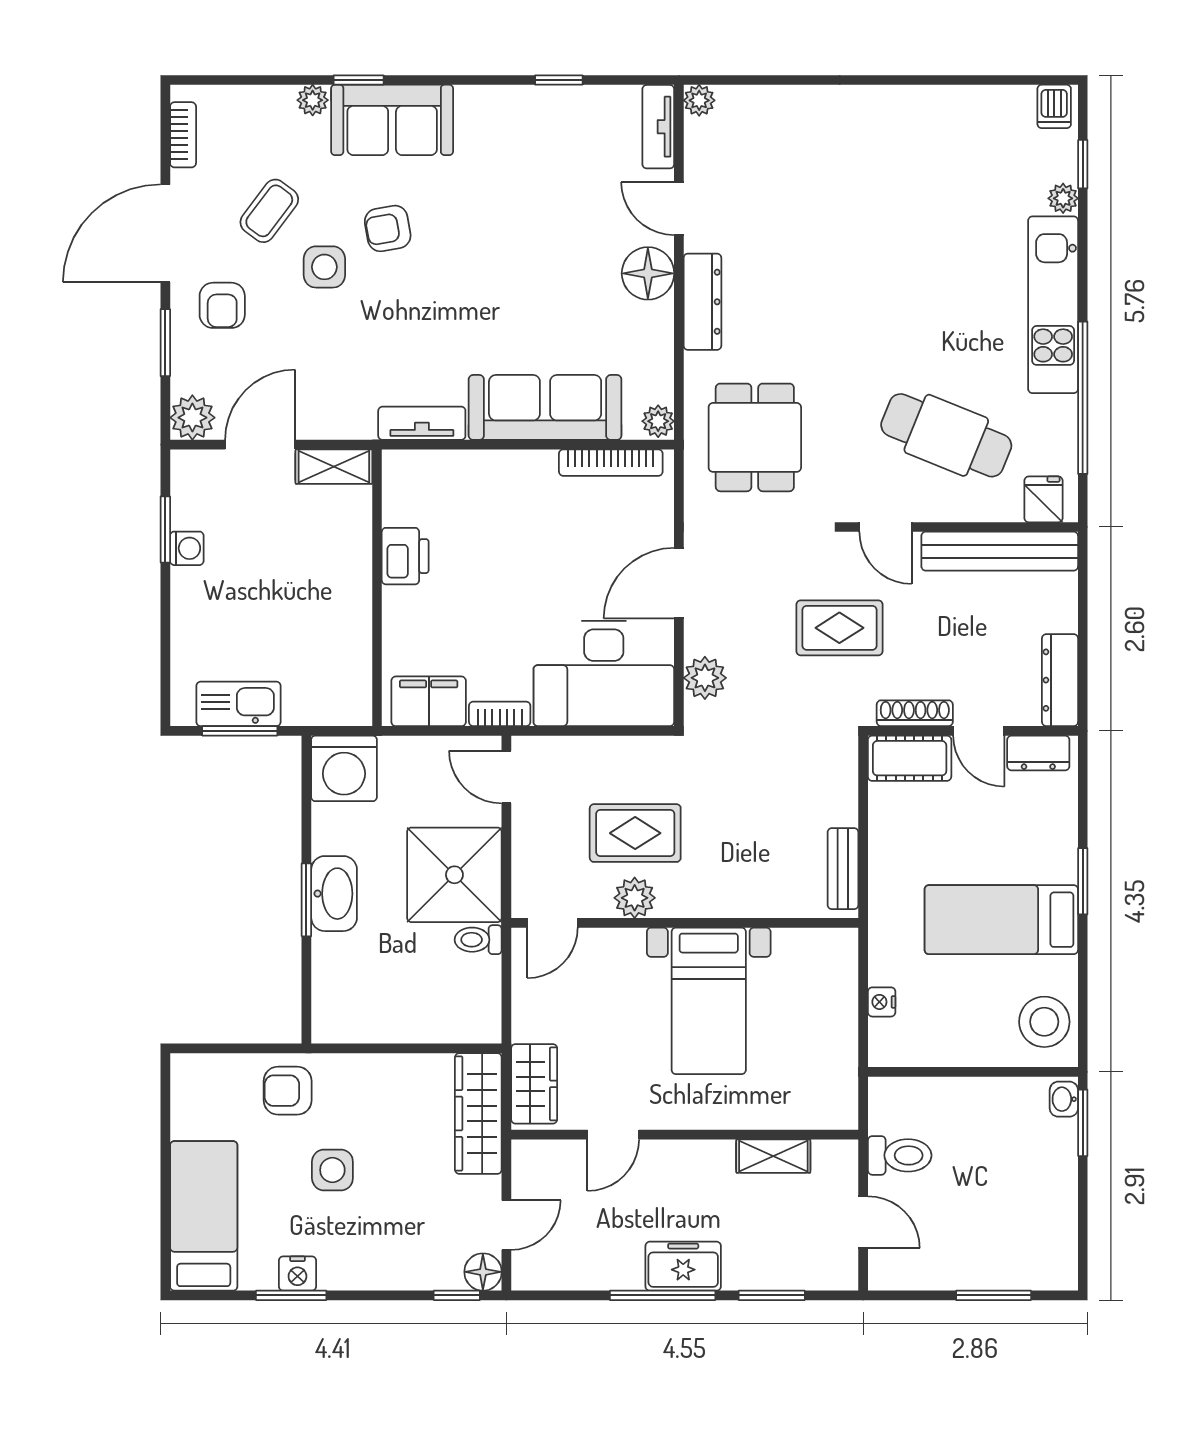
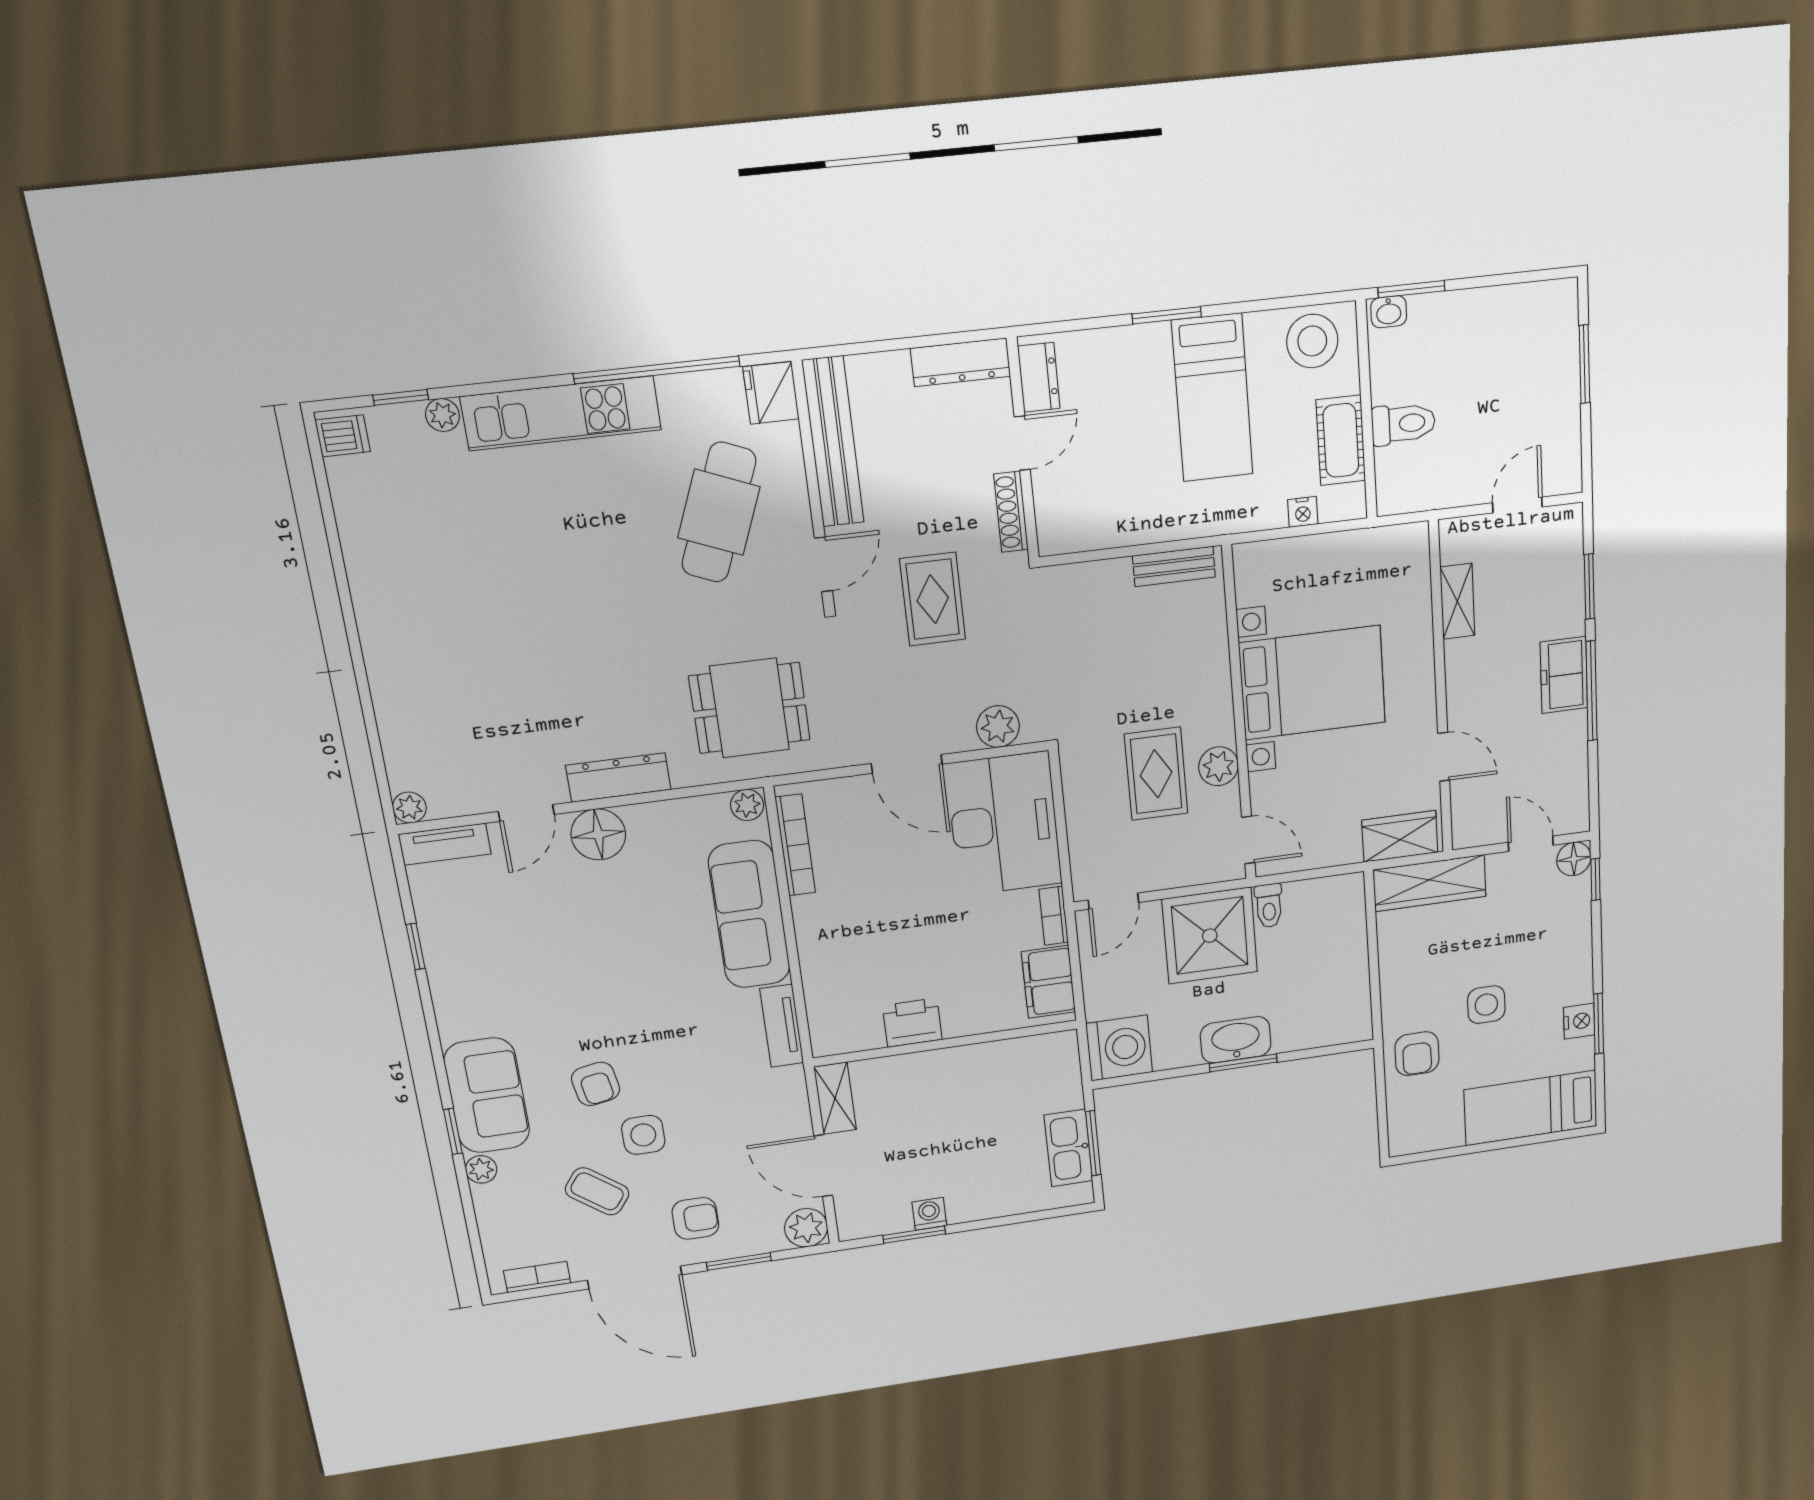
fridge: (1044, 499) -> (771, 393), width x1.38
cot: (910, 758) -> (1341, 440), moved
bed with nightstands: (709, 1001) -> (1312, 683), width x1.36
toilet: (900, 1155) -> (1403, 424), moved, turned 90

